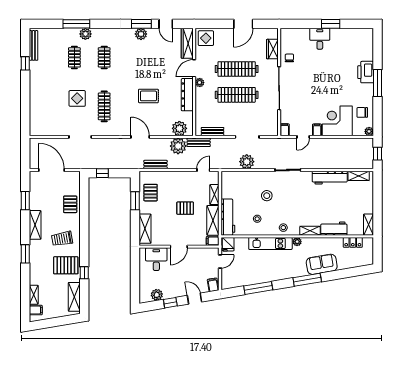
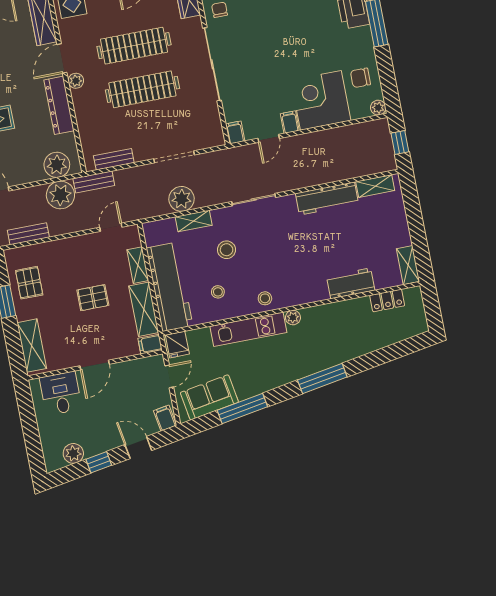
workbench: (228, 217) -> (169, 287), width x1.36, depth x1.32
shelving: (310, 231) -> (194, 221), moved
sofa: (322, 264) -> (209, 397), moved

